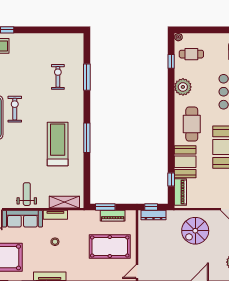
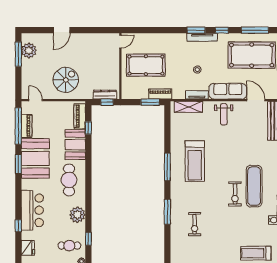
window: (87, 77) -> (167, 212), moved
piano: (113, 216) -> (160, 94), moved

